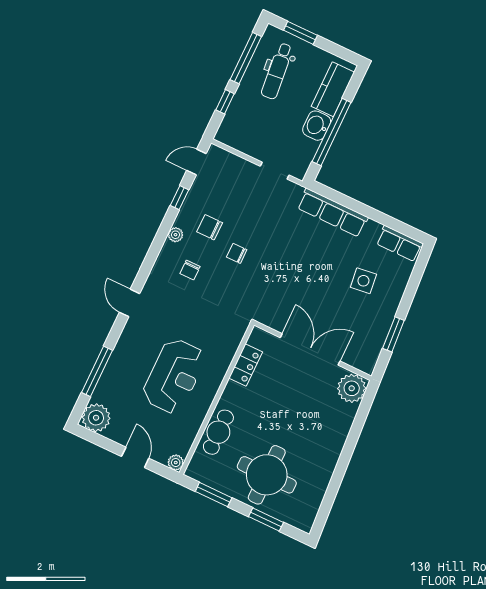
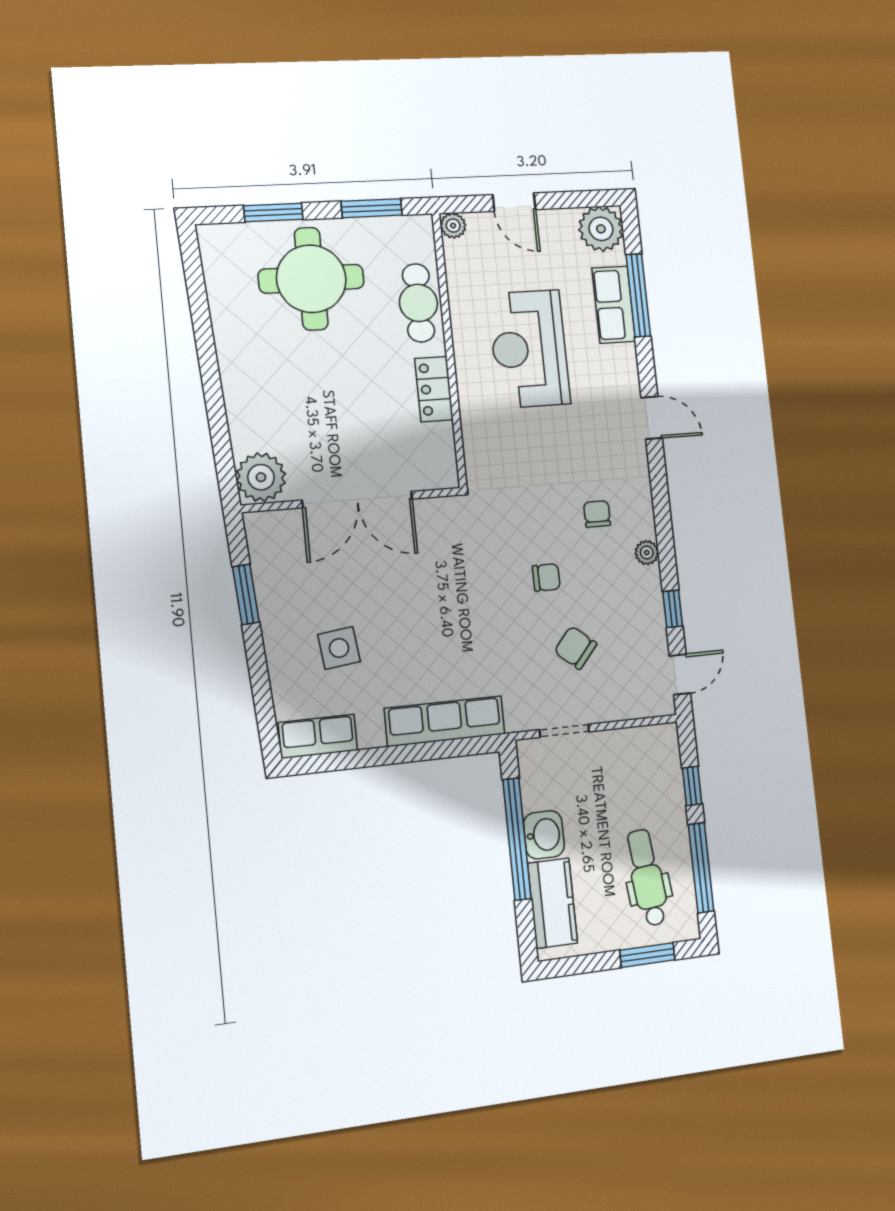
chair: (210, 227) -> (575, 648), moved, turned -140
locker: (246, 365) -> (434, 389), moved
row of seats: (114, 374) -> (614, 305), added

